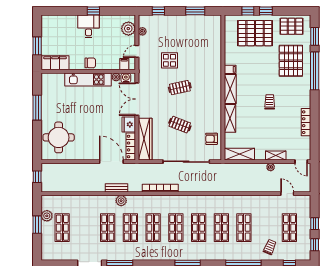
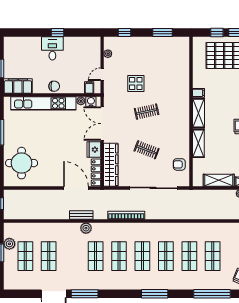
plant: (128, 29) -> (93, 51), removed
kitchen unit: (88, 80) -> (43, 103), width x1.36
shelving: (240, 154) -> (219, 180), moved
shop shelf: (108, 228) -> (49, 256), moved

